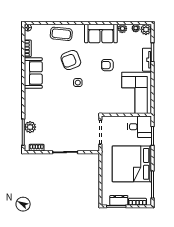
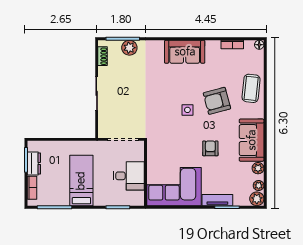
armchair: (71, 60) -> (217, 101), turned -84
sofa: (33, 73) -> (185, 52), moved
desk: (140, 127) -> (129, 176), moved, turned -90
bed: (132, 164) -> (81, 181), width x0.49

